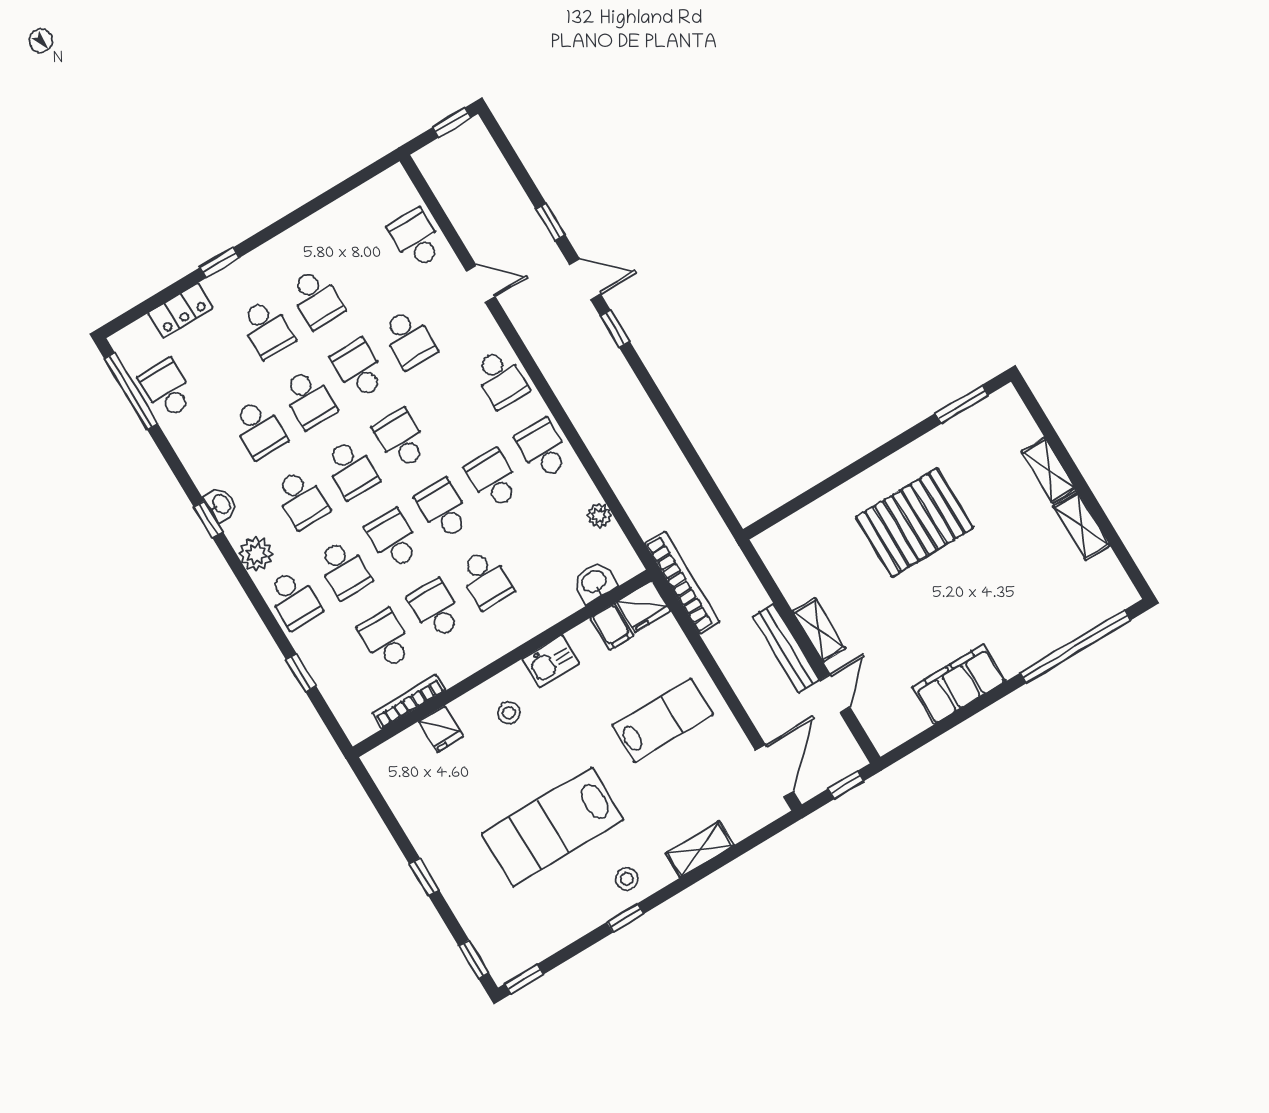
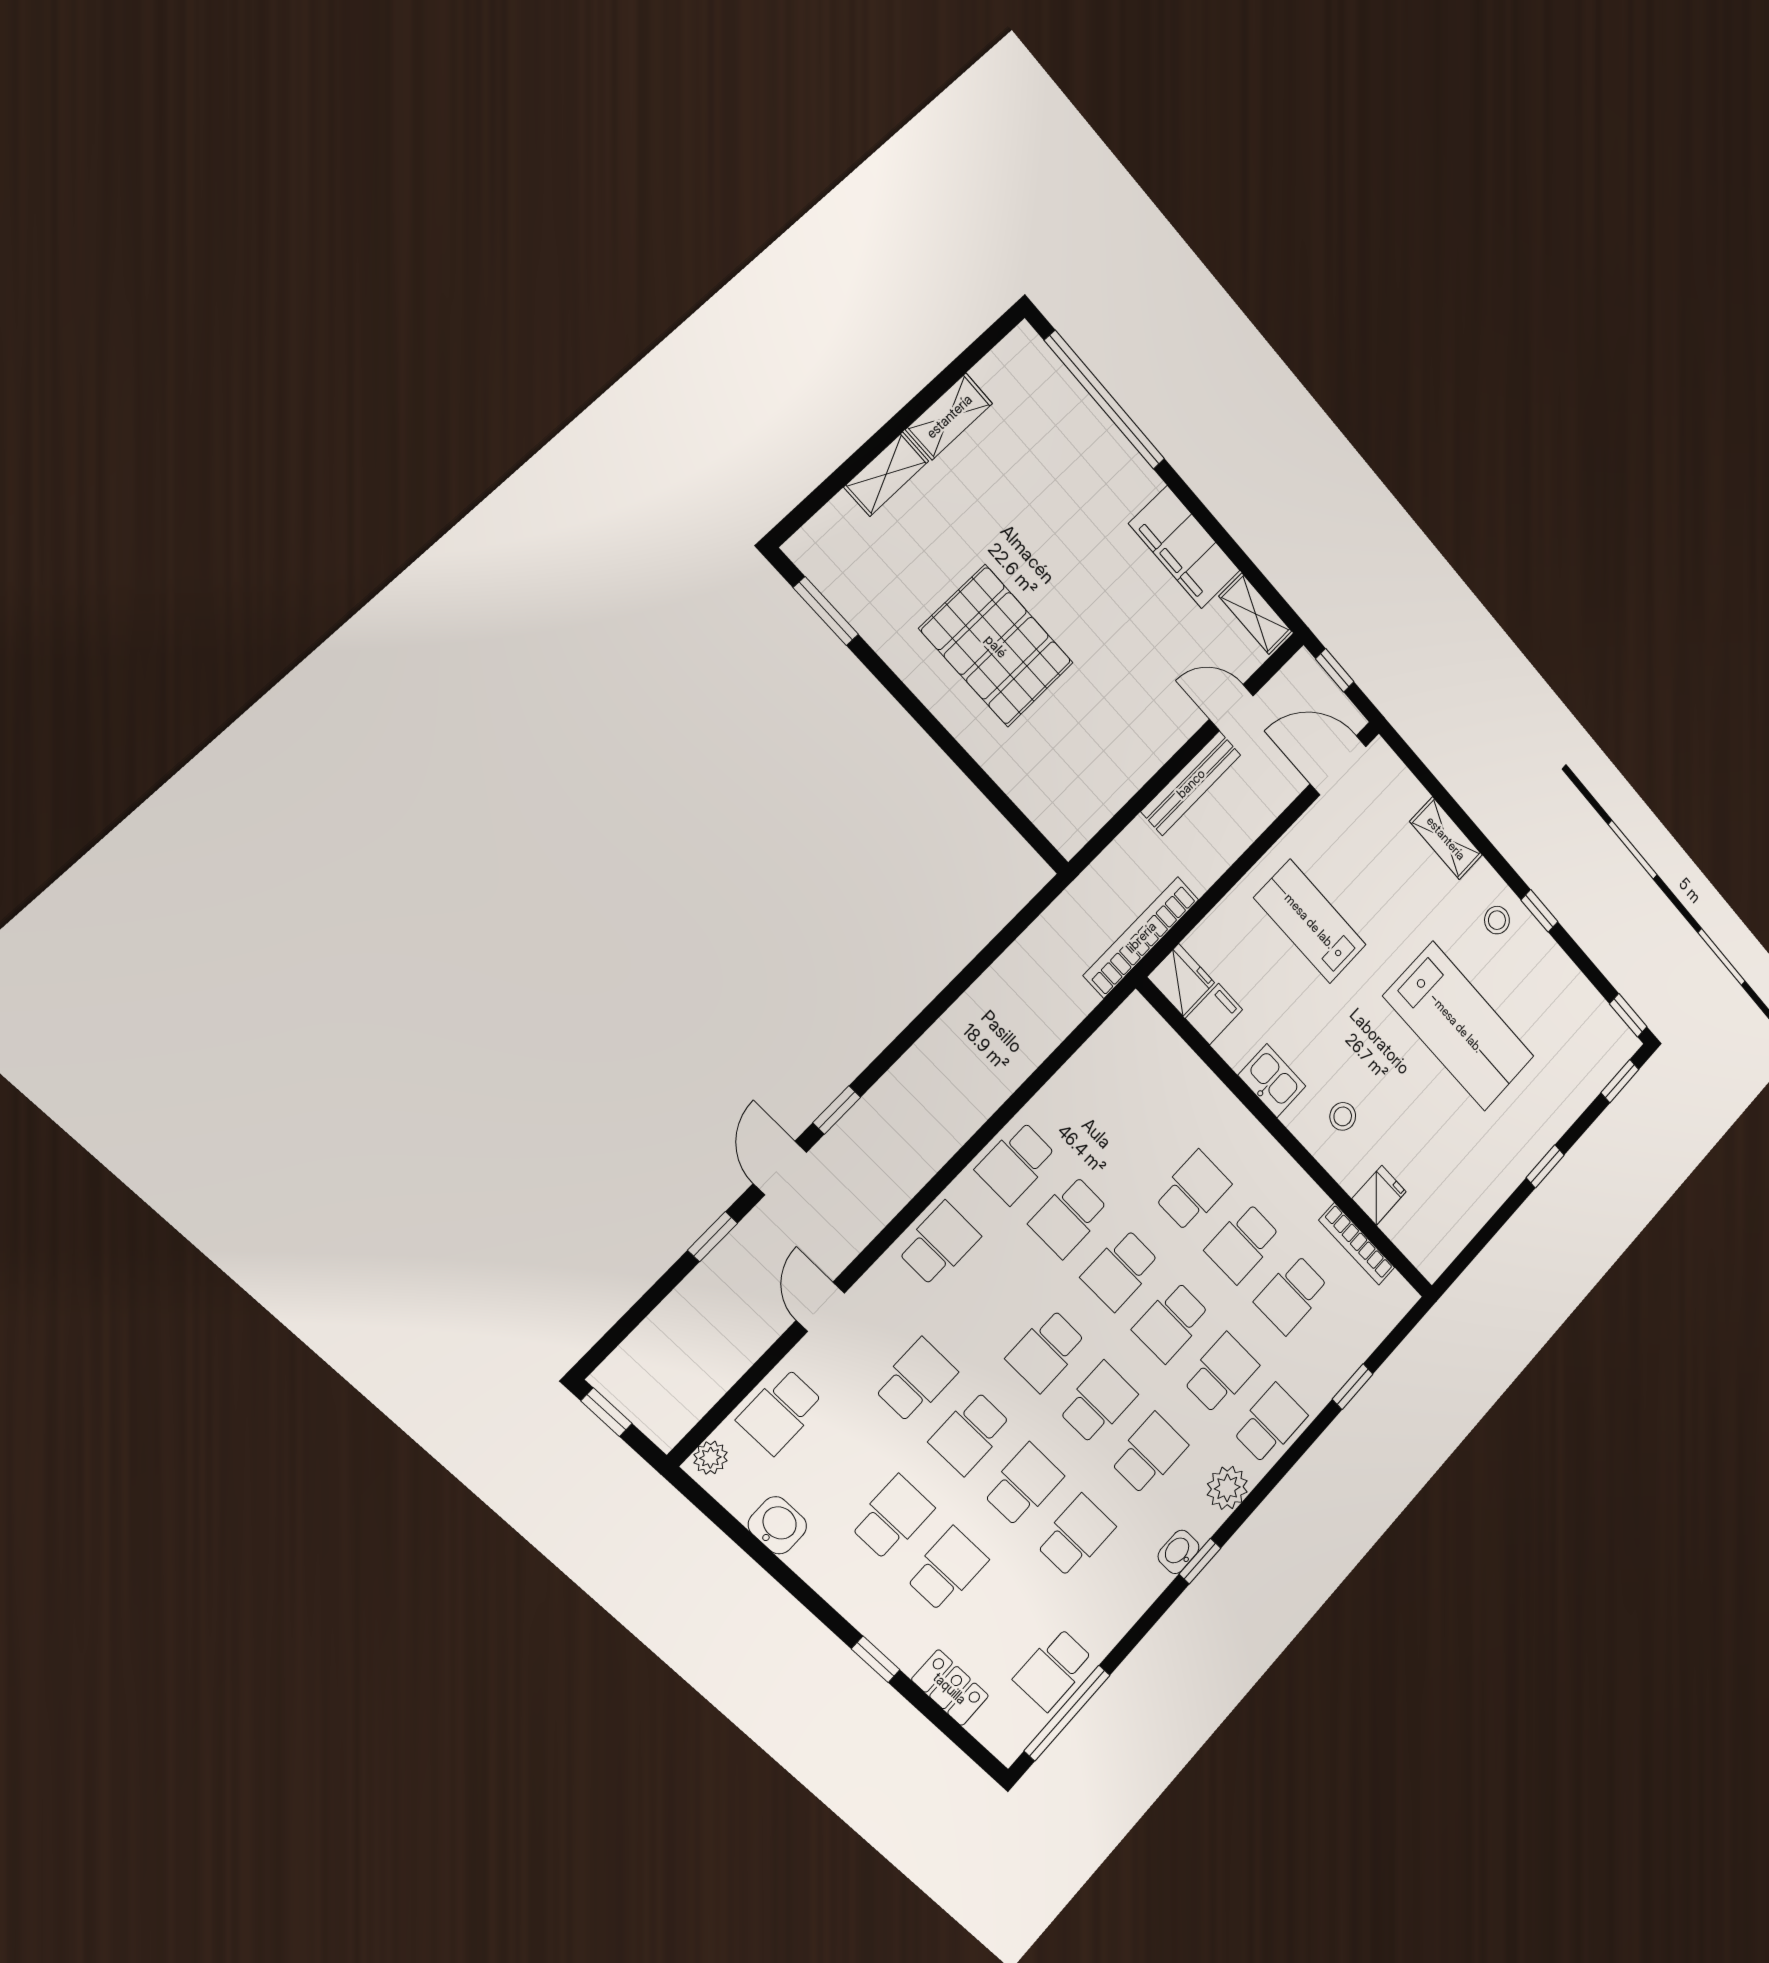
plant: (599, 515) -> (710, 1458), moved
washbasin: (594, 582) -> (777, 1525), moved, turned 180
shelving: (819, 630) -> (1255, 614), moved, turned 90

